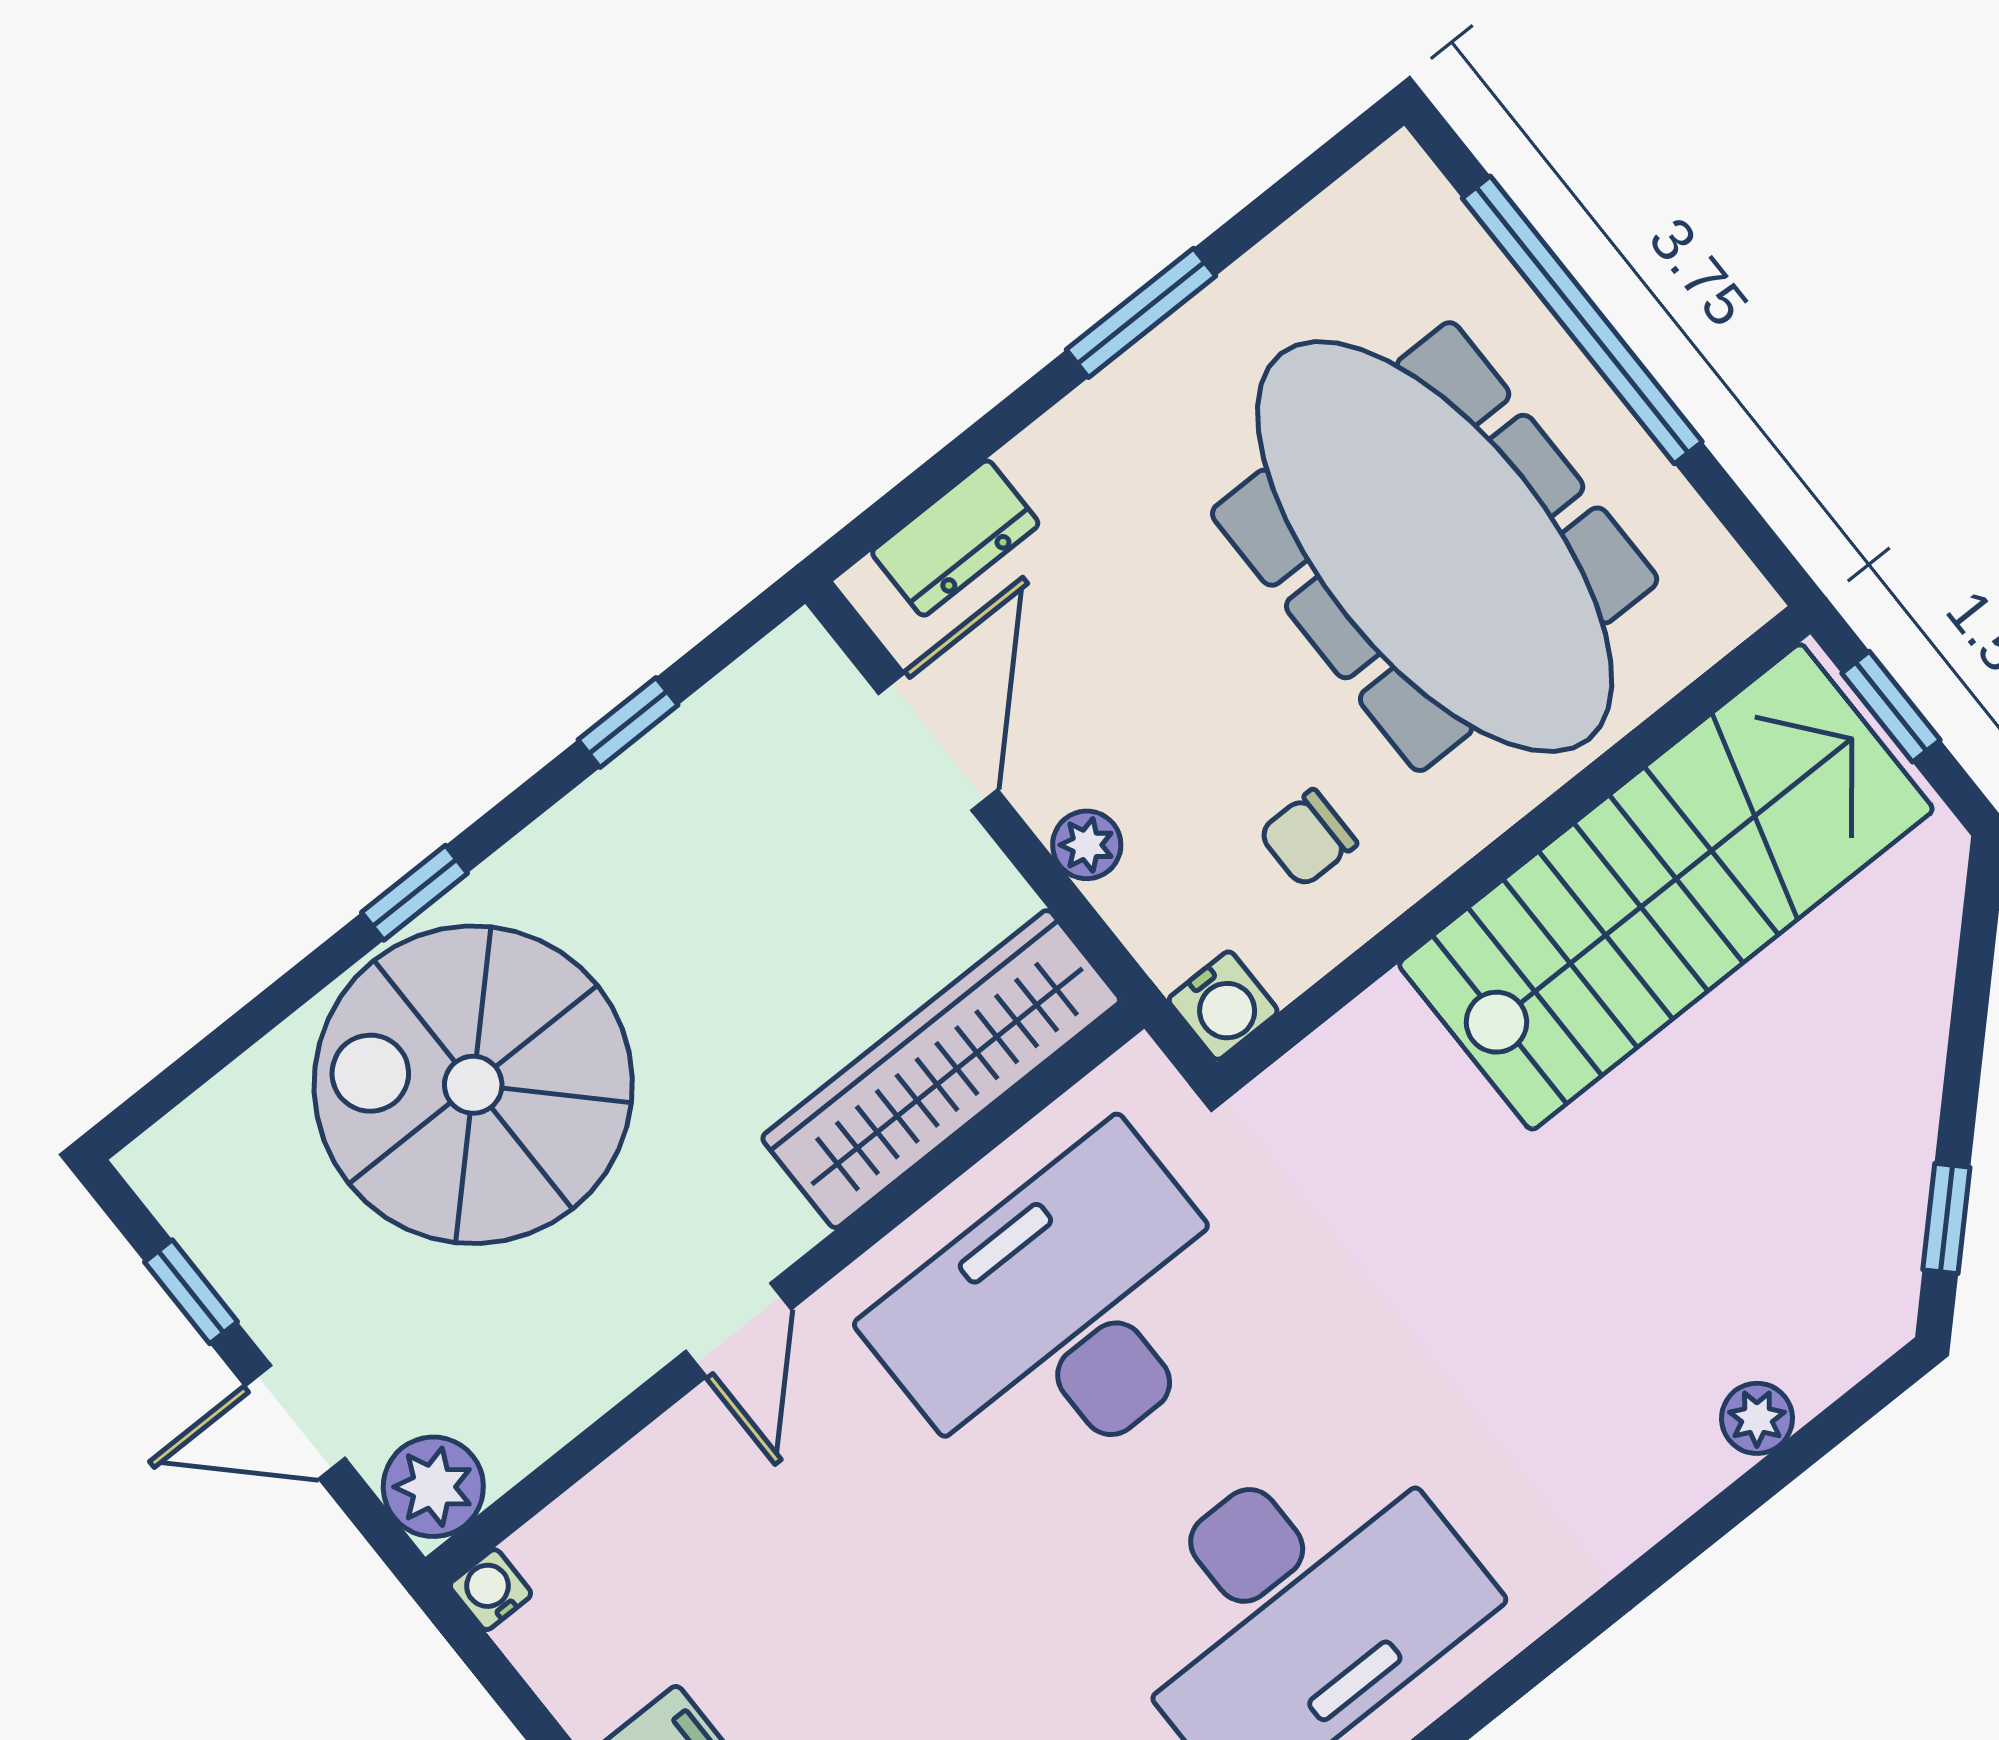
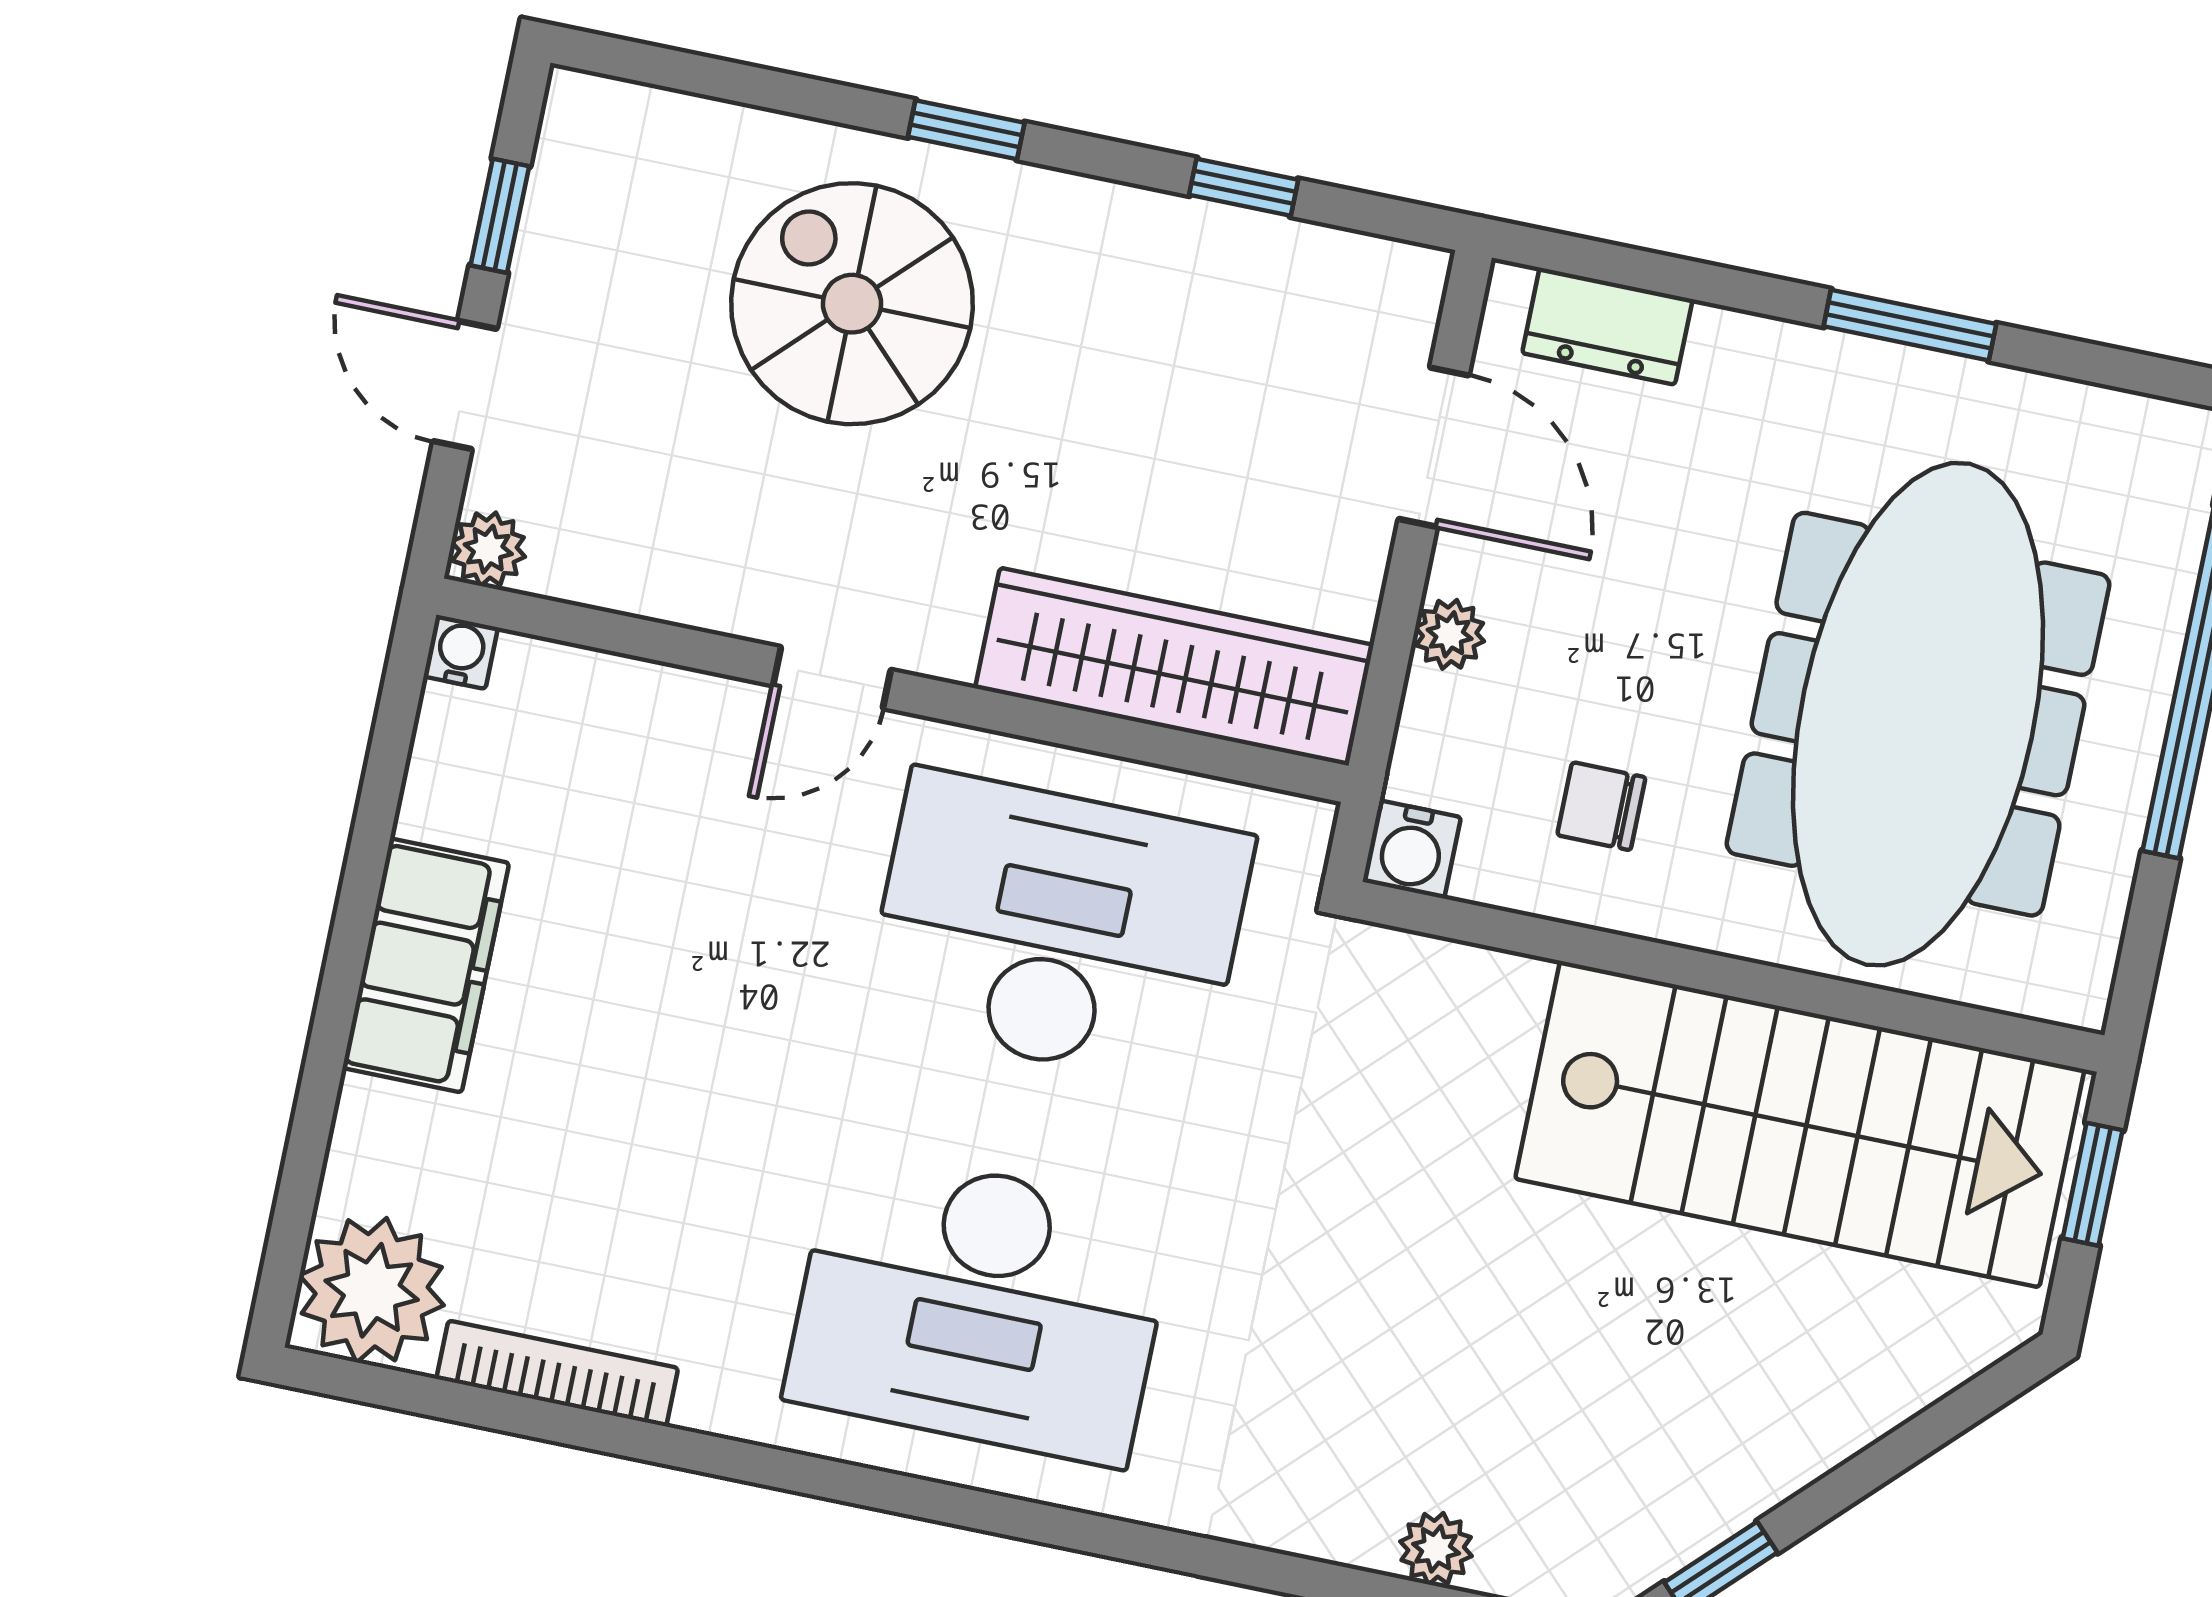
door: (938, 742) -> (1434, 447), hinge flipped
spiral stairs: (473, 1085) -> (852, 304), width x0.73, depth x0.73
plant: (433, 1487) -> (488, 549), width x0.73, depth x0.73

